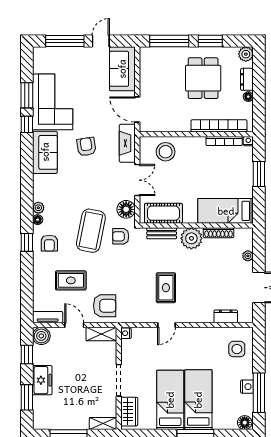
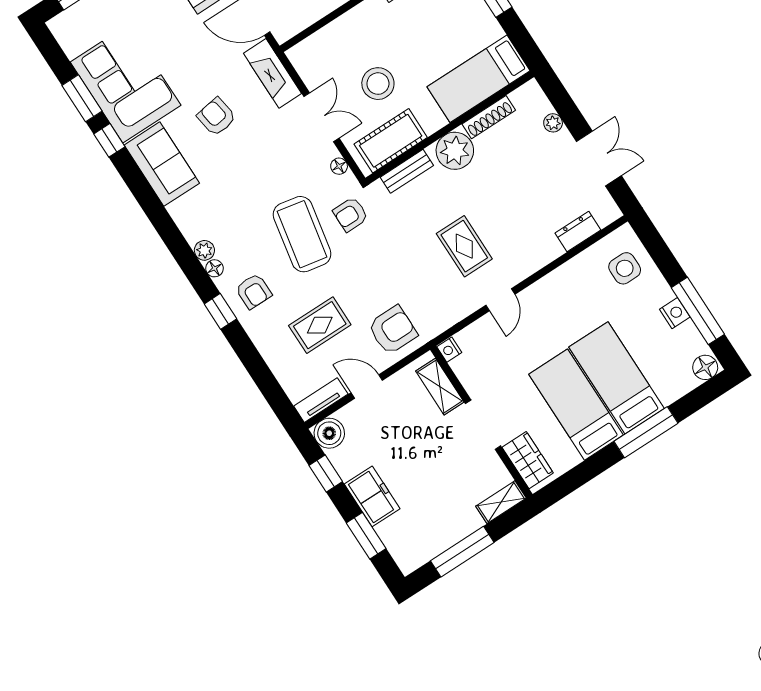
stool: (166, 152) -> (378, 84), moved
floor lamp: (126, 209) -> (339, 166), width x0.53, depth x0.53
shelving: (101, 334) -> (440, 387), moved, turned 90

